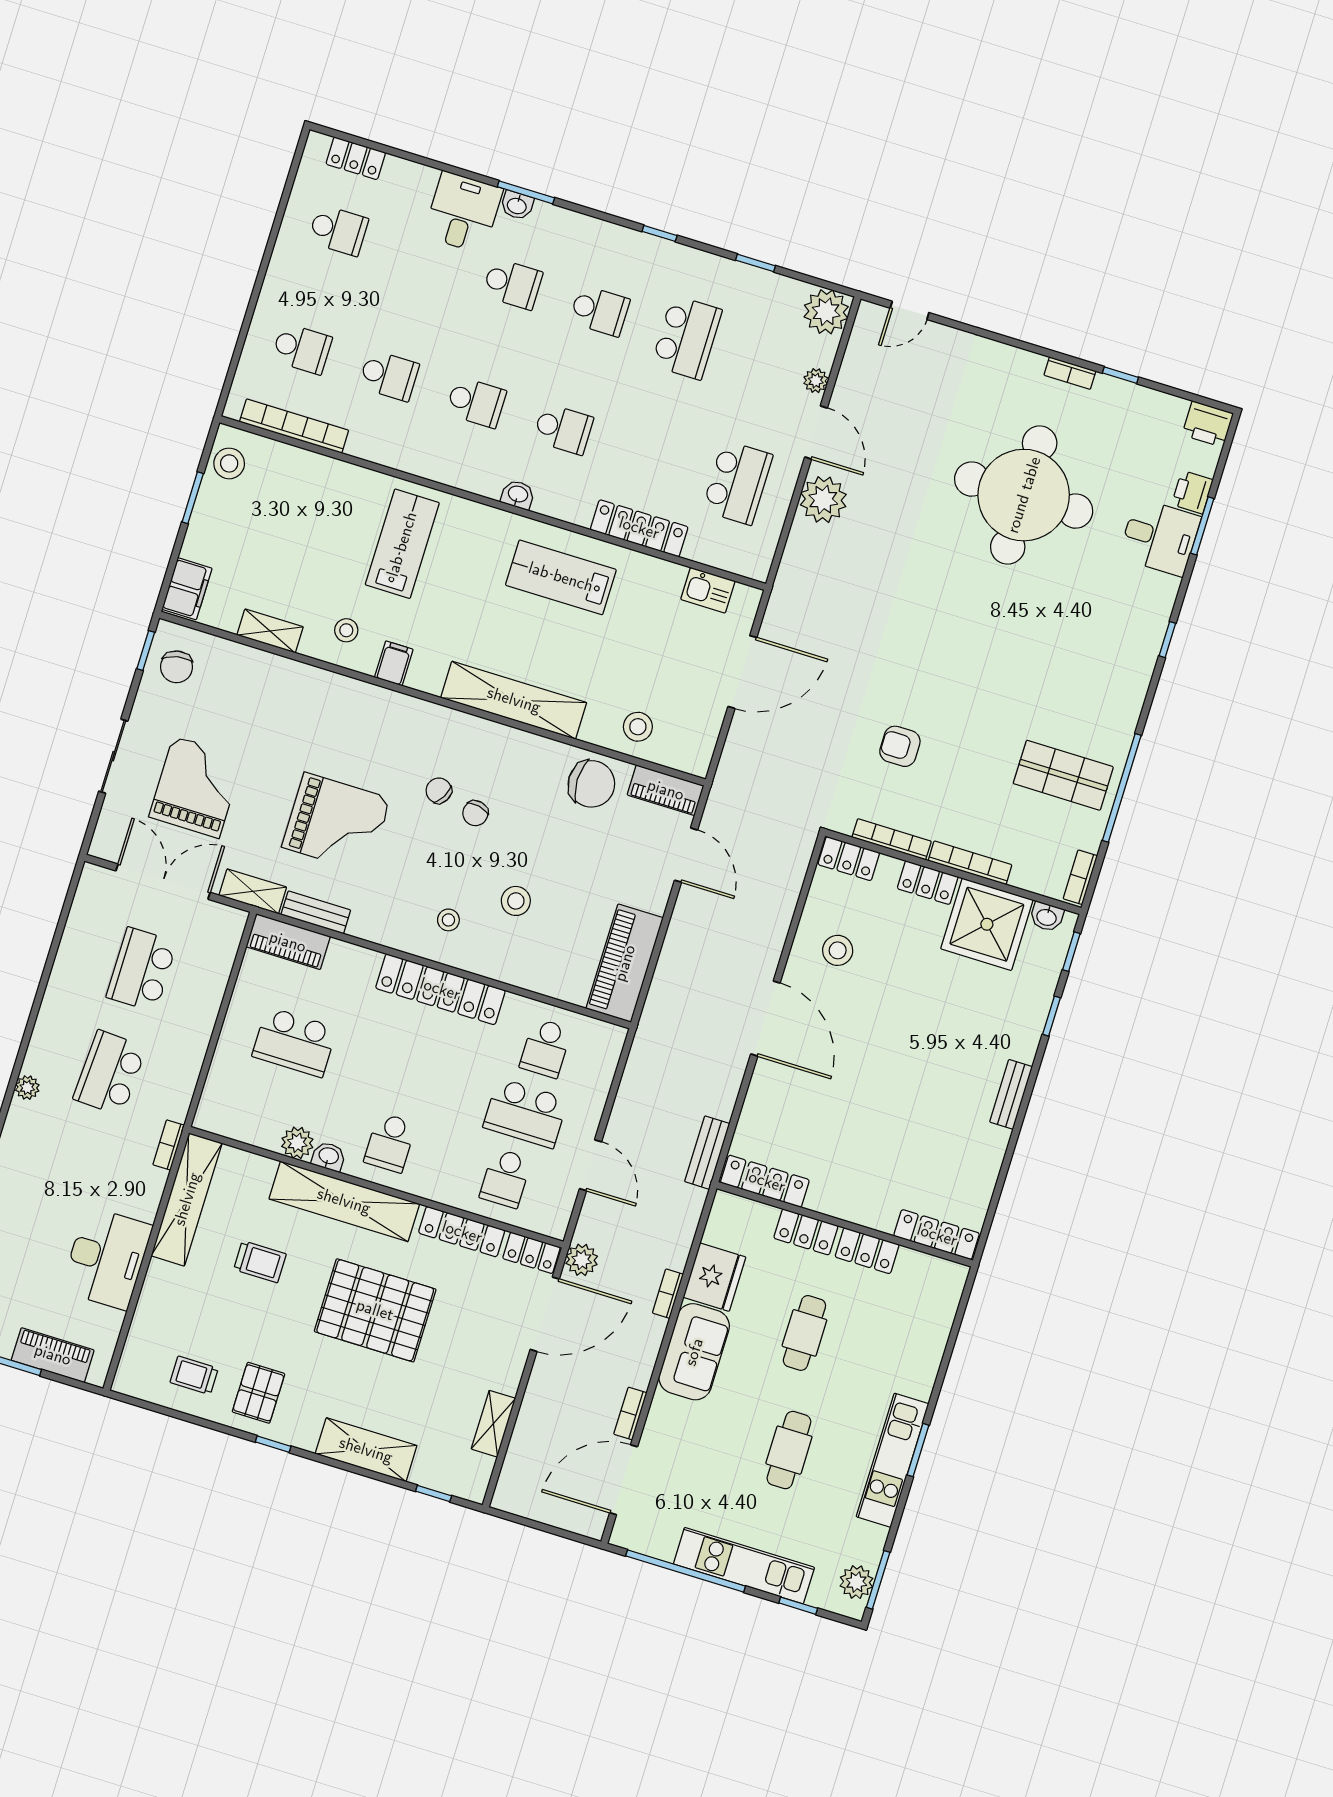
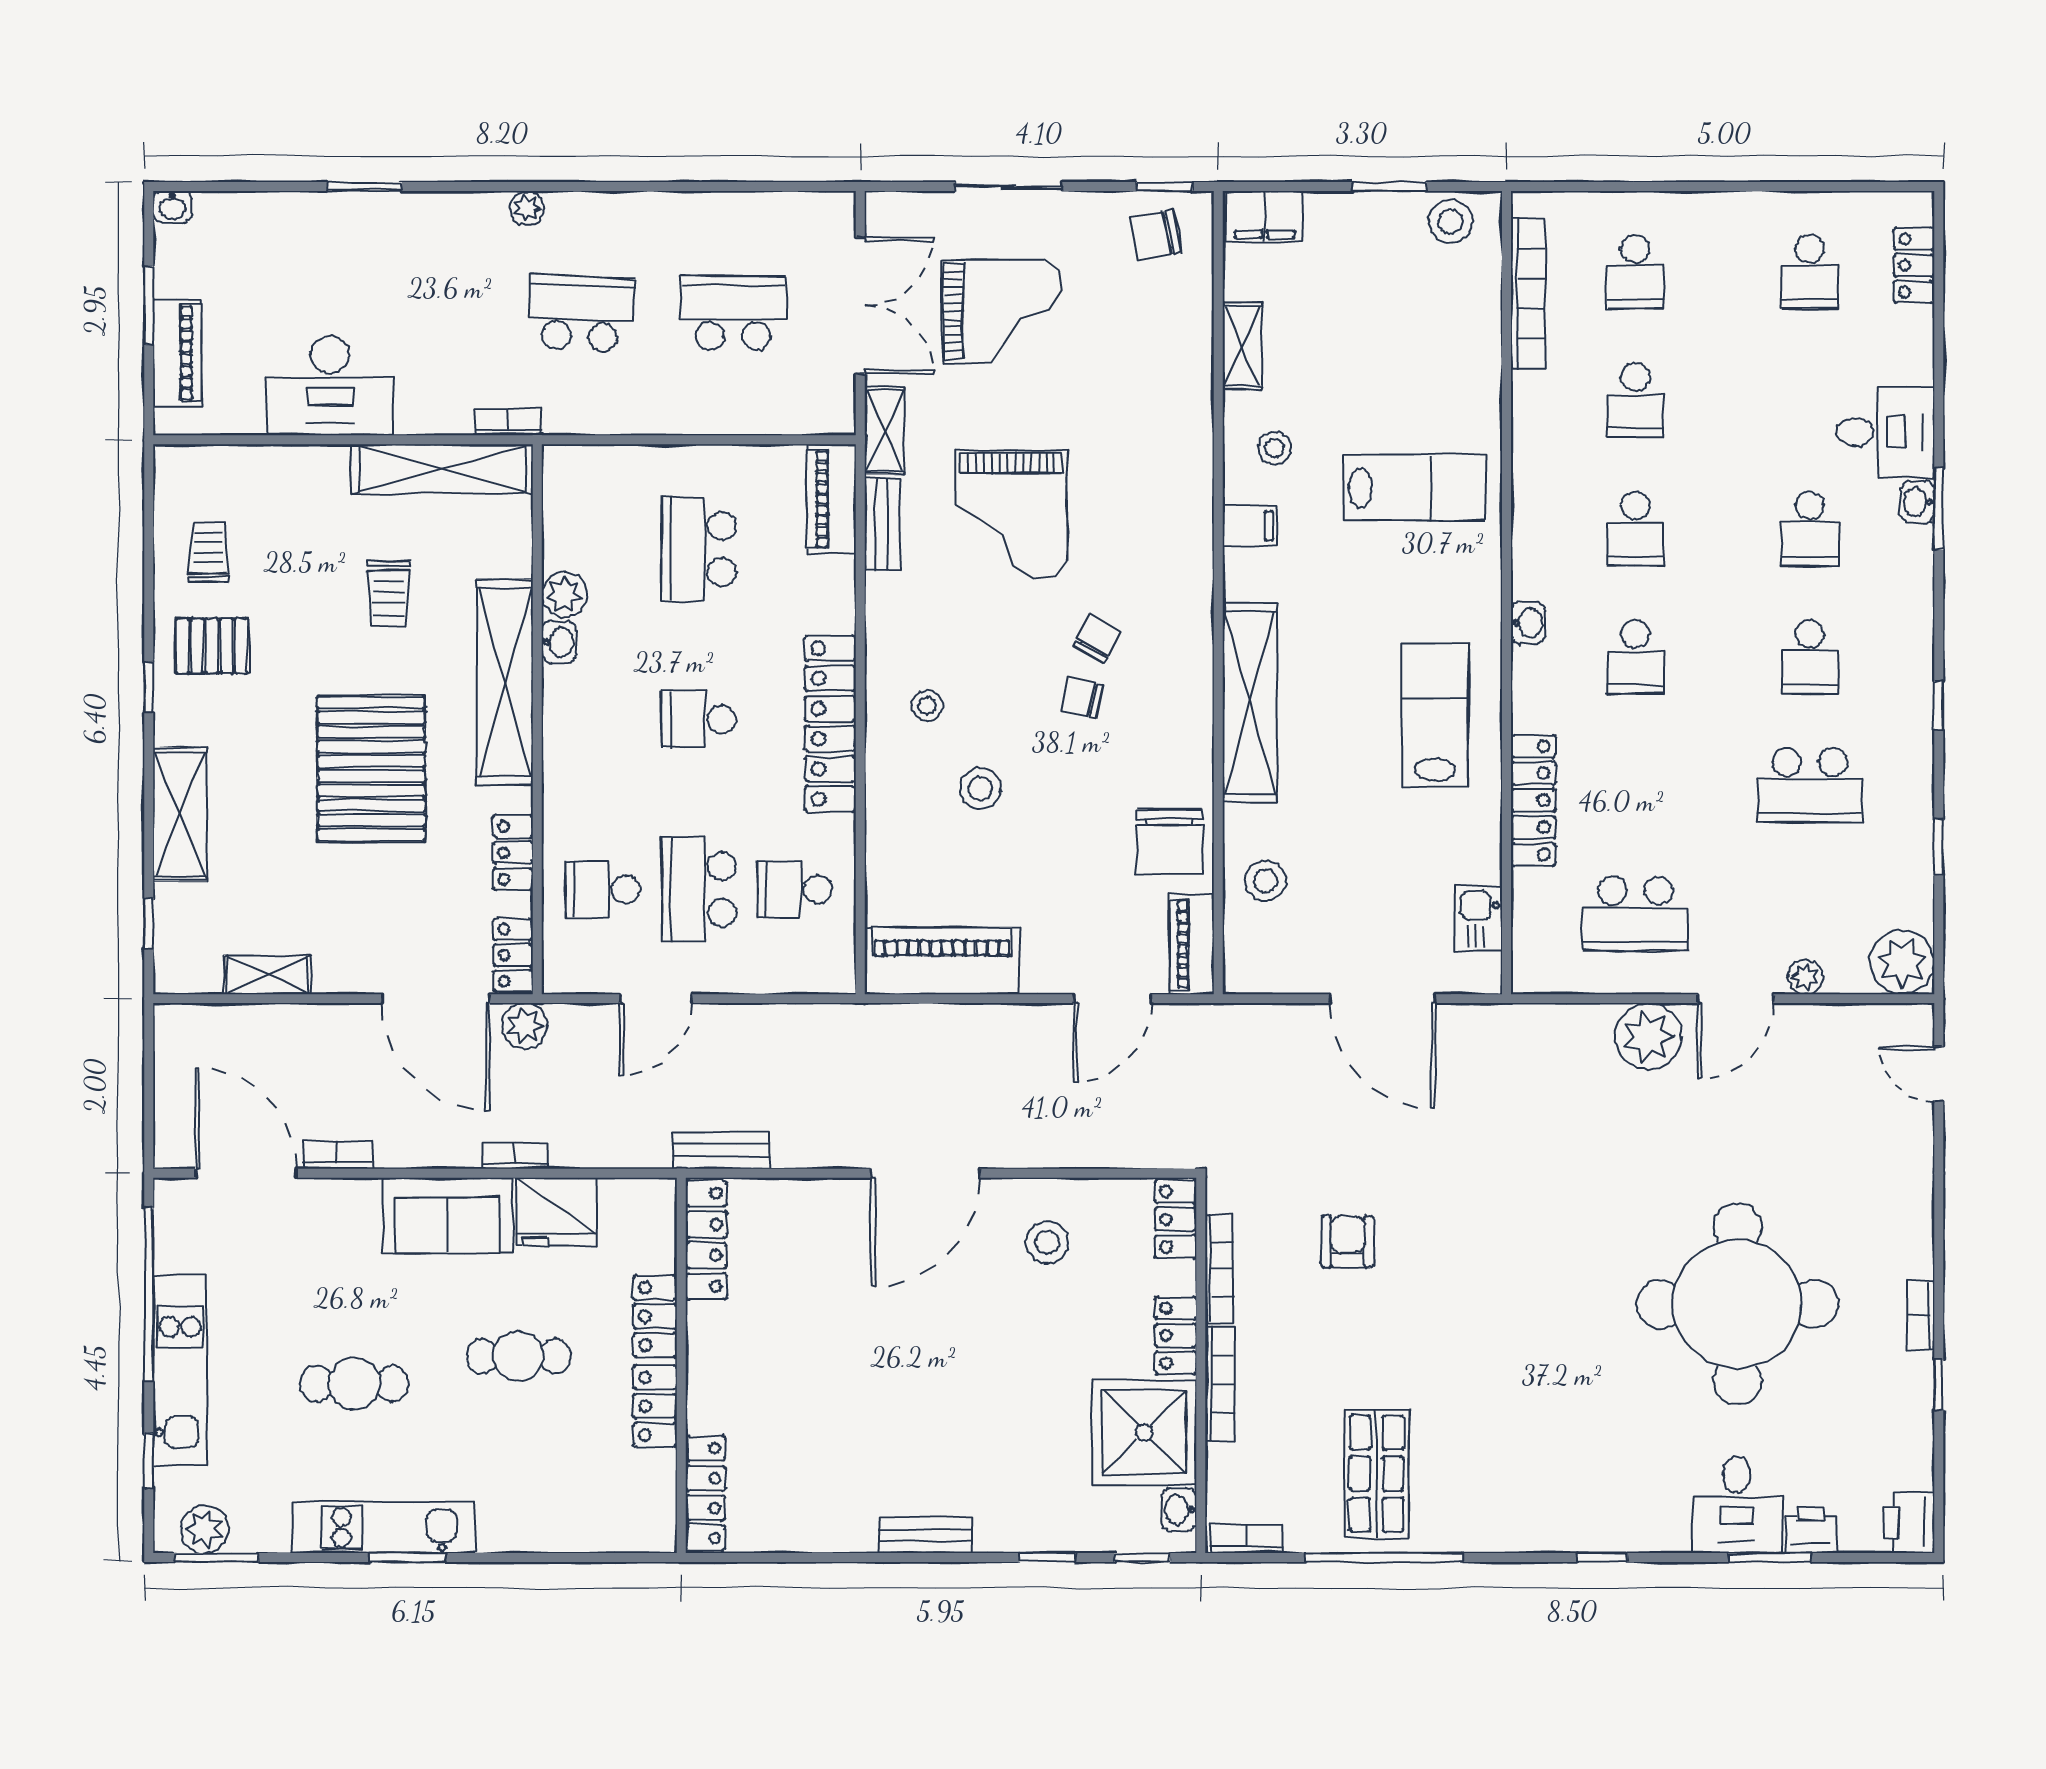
school desk: (390, 1143) -> (699, 719), moved
locker: (462, 1232) -> (513, 853), width x0.66

